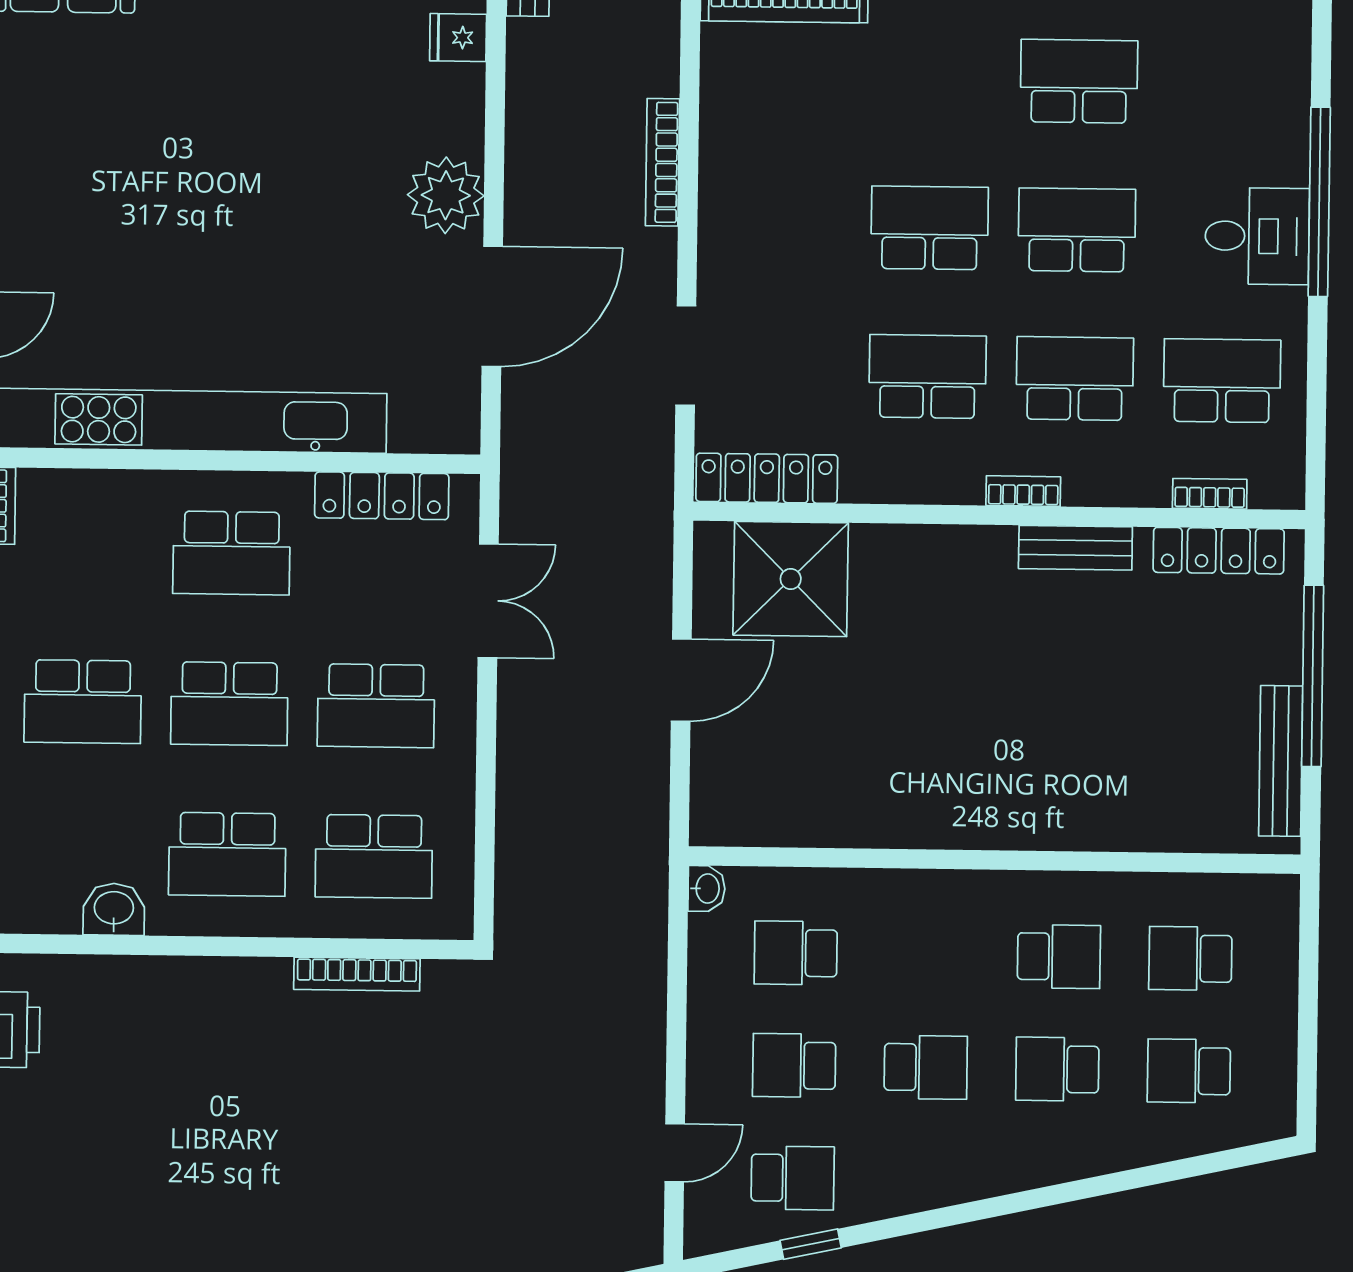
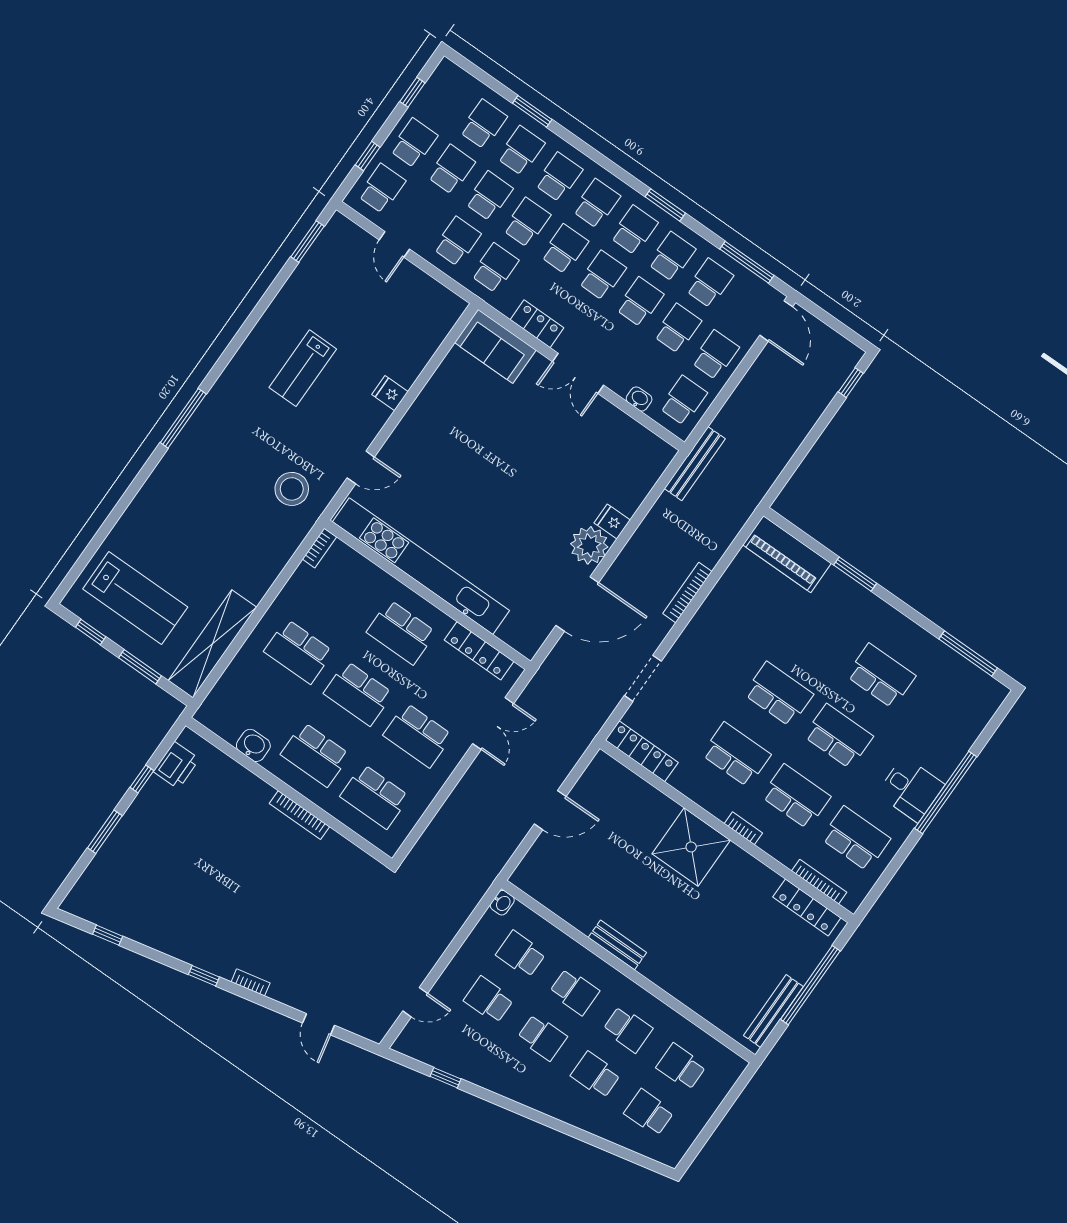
fridge: (458, 38) -> (612, 522), moved
bookcase: (1210, 494) -> (819, 882), width x1.56
bench: (1075, 548) -> (617, 945), moved
shower: (791, 579) -> (691, 847), moved
bookcase: (357, 974) -> (299, 815), moved
school desk: (793, 1178) -> (574, 992), moved

